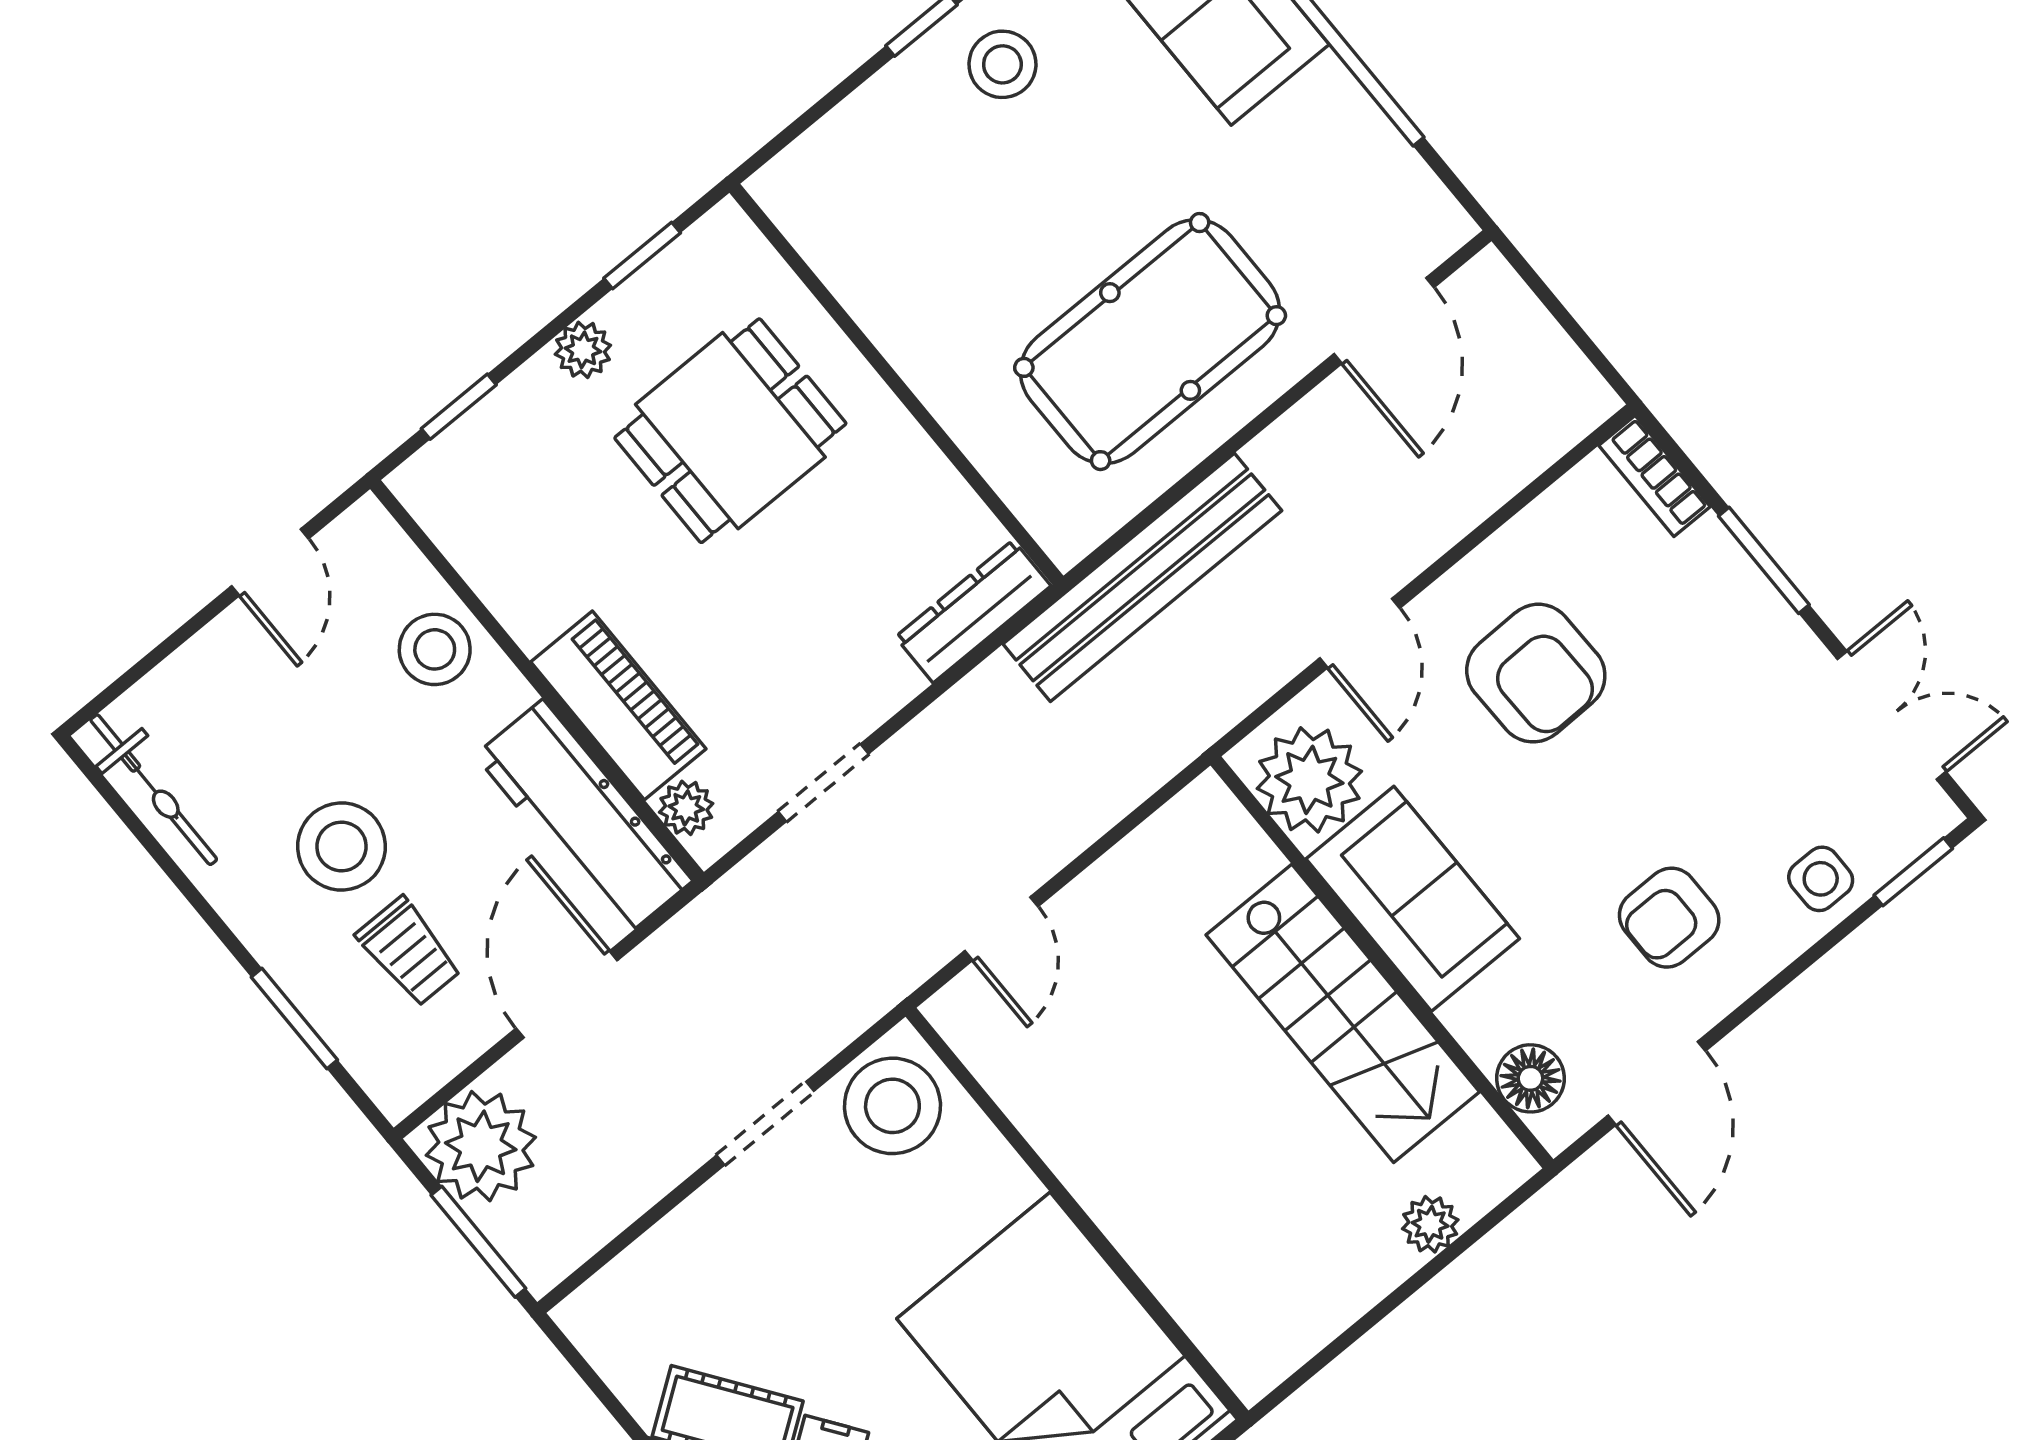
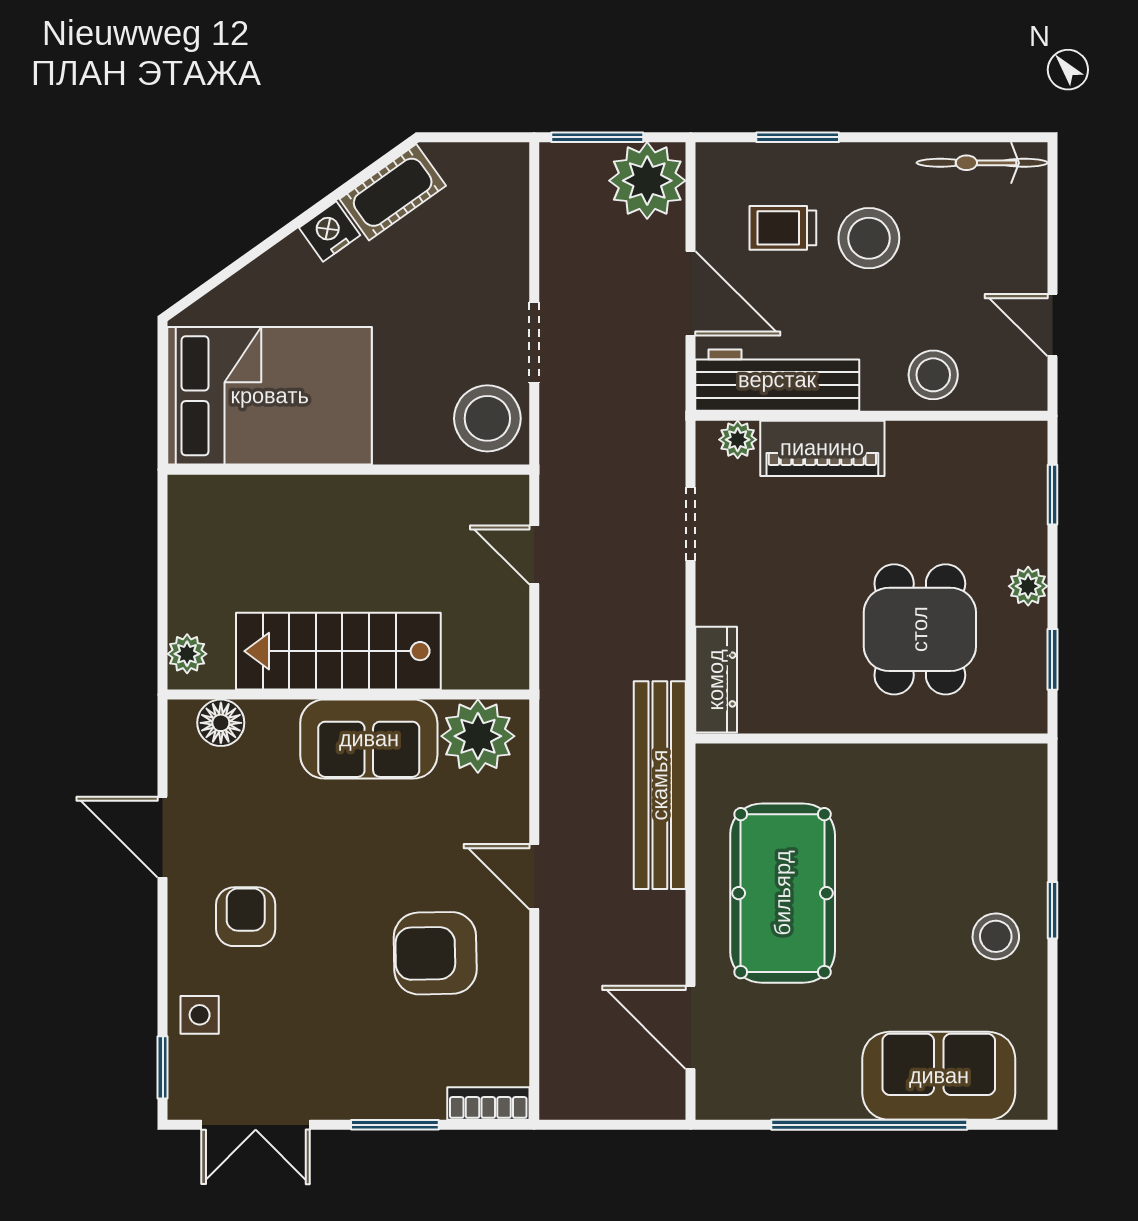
plant: (1309, 780) -> (478, 736), moved
sofa: (1413, 899) -> (369, 739), moved
wall: (1382, 962) -> (348, 695), moved
stairs: (1343, 1013) -> (338, 651), moved
floor lamp: (1530, 1078) -> (221, 723), moved

